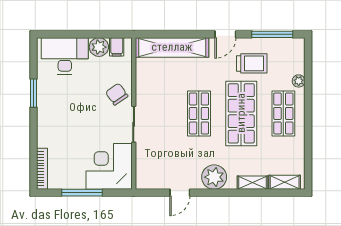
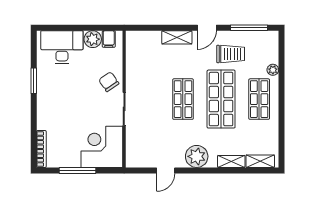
shelving: (172, 47) -> (177, 37), width x0.45, depth x0.75

